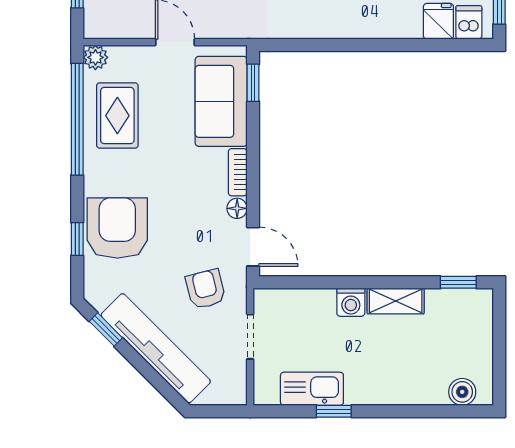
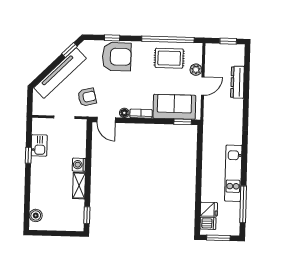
plant: (95, 57) -> (196, 70), moved
door: (253, 247) -> (106, 120), hinge flipped
kitchen sink: (312, 389) -> (39, 145), width x0.73

